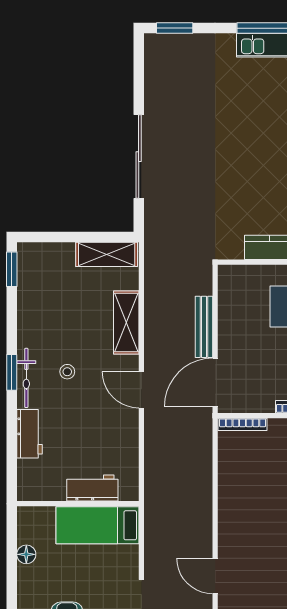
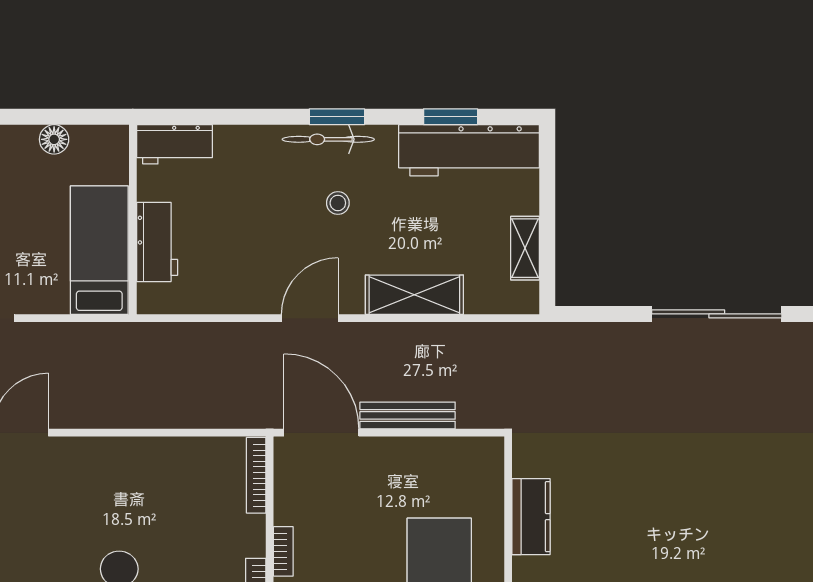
sliding door: (139, 157) -> (717, 314), moved
shelving: (107, 254) -> (525, 248), width x0.67, depth x0.75
window: (12, 269) -> (451, 117), moved
workbench: (33, 287) -> (469, 150), added
workbench: (29, 434) -> (175, 144), moved

